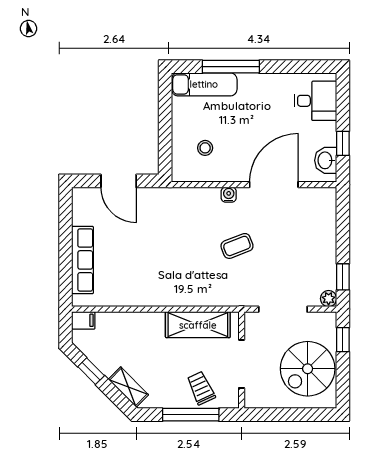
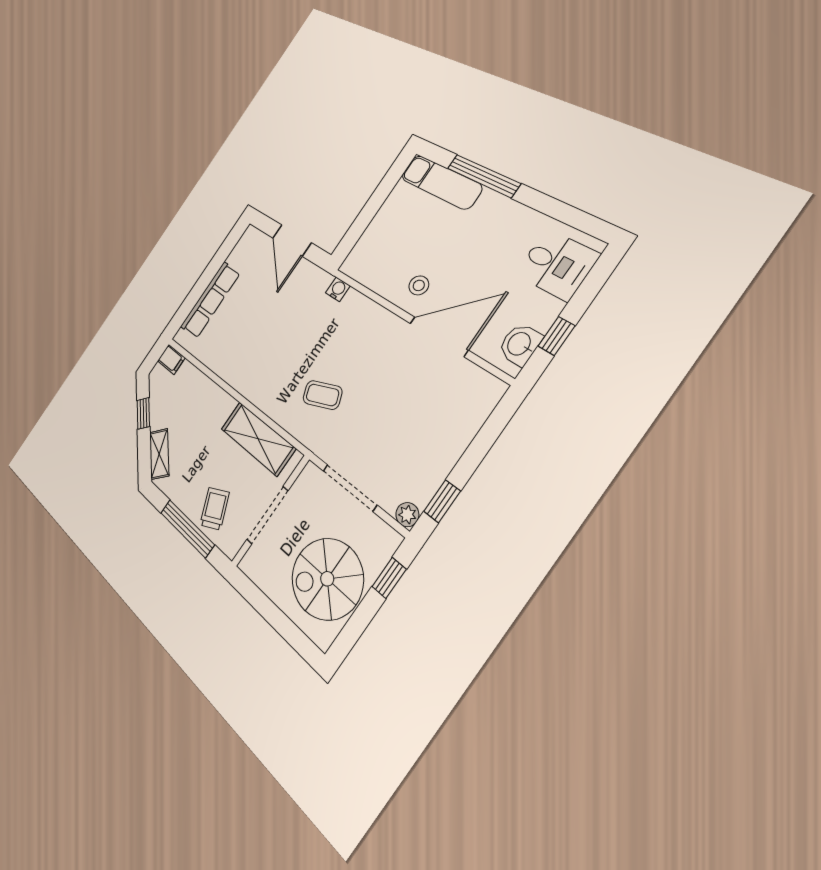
stool: (205, 148) -> (419, 285), moved
water cooler: (229, 195) -> (338, 289), moved
coffee table: (237, 246) -> (323, 395), moved

